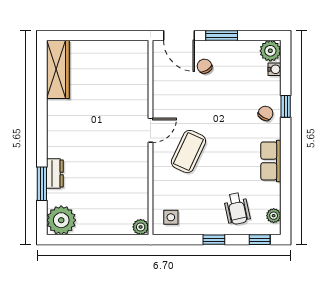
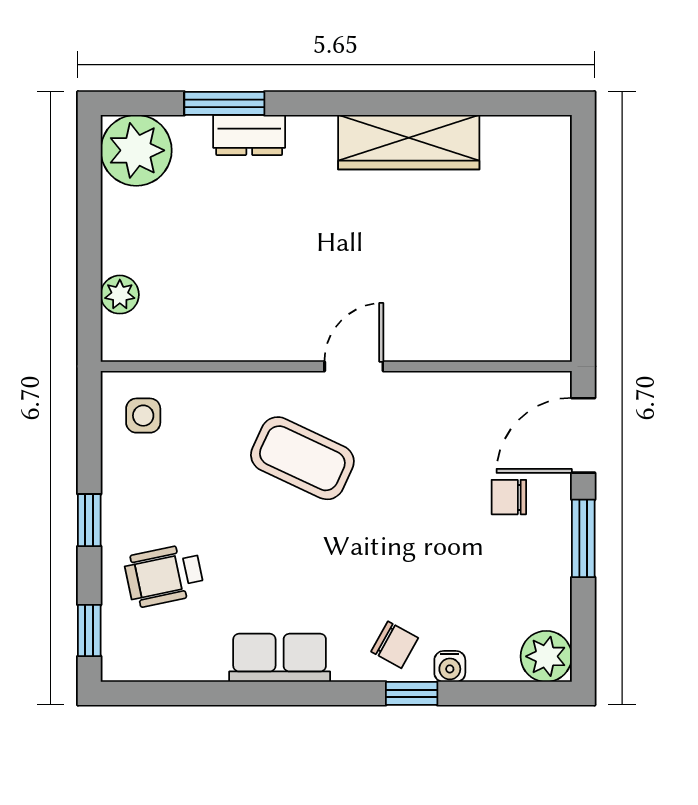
chair: (205, 66) -> (509, 497), turned -149
wardrobe: (58, 69) -> (409, 142), moved
water cooler: (275, 69) -> (450, 666), moved
door: (150, 130) -> (354, 366), swing flipped
plant: (274, 216) -> (147, 664), removed
plant: (141, 227) -> (120, 295), moved

